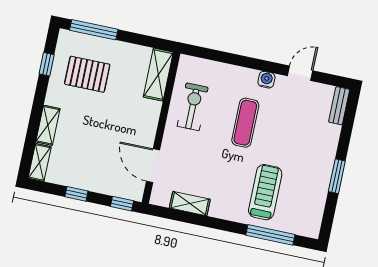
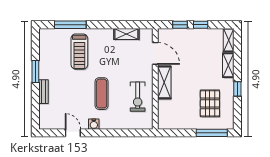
window: (47, 64) -> (237, 89), moved
door: (300, 73) -> (73, 133), swing flipped
pallet: (87, 74) -> (210, 103), turned 90
shelving: (158, 75) -> (164, 82), moved
bench: (339, 106) -> (44, 92), moved
window: (122, 204) -> (180, 25), moved

